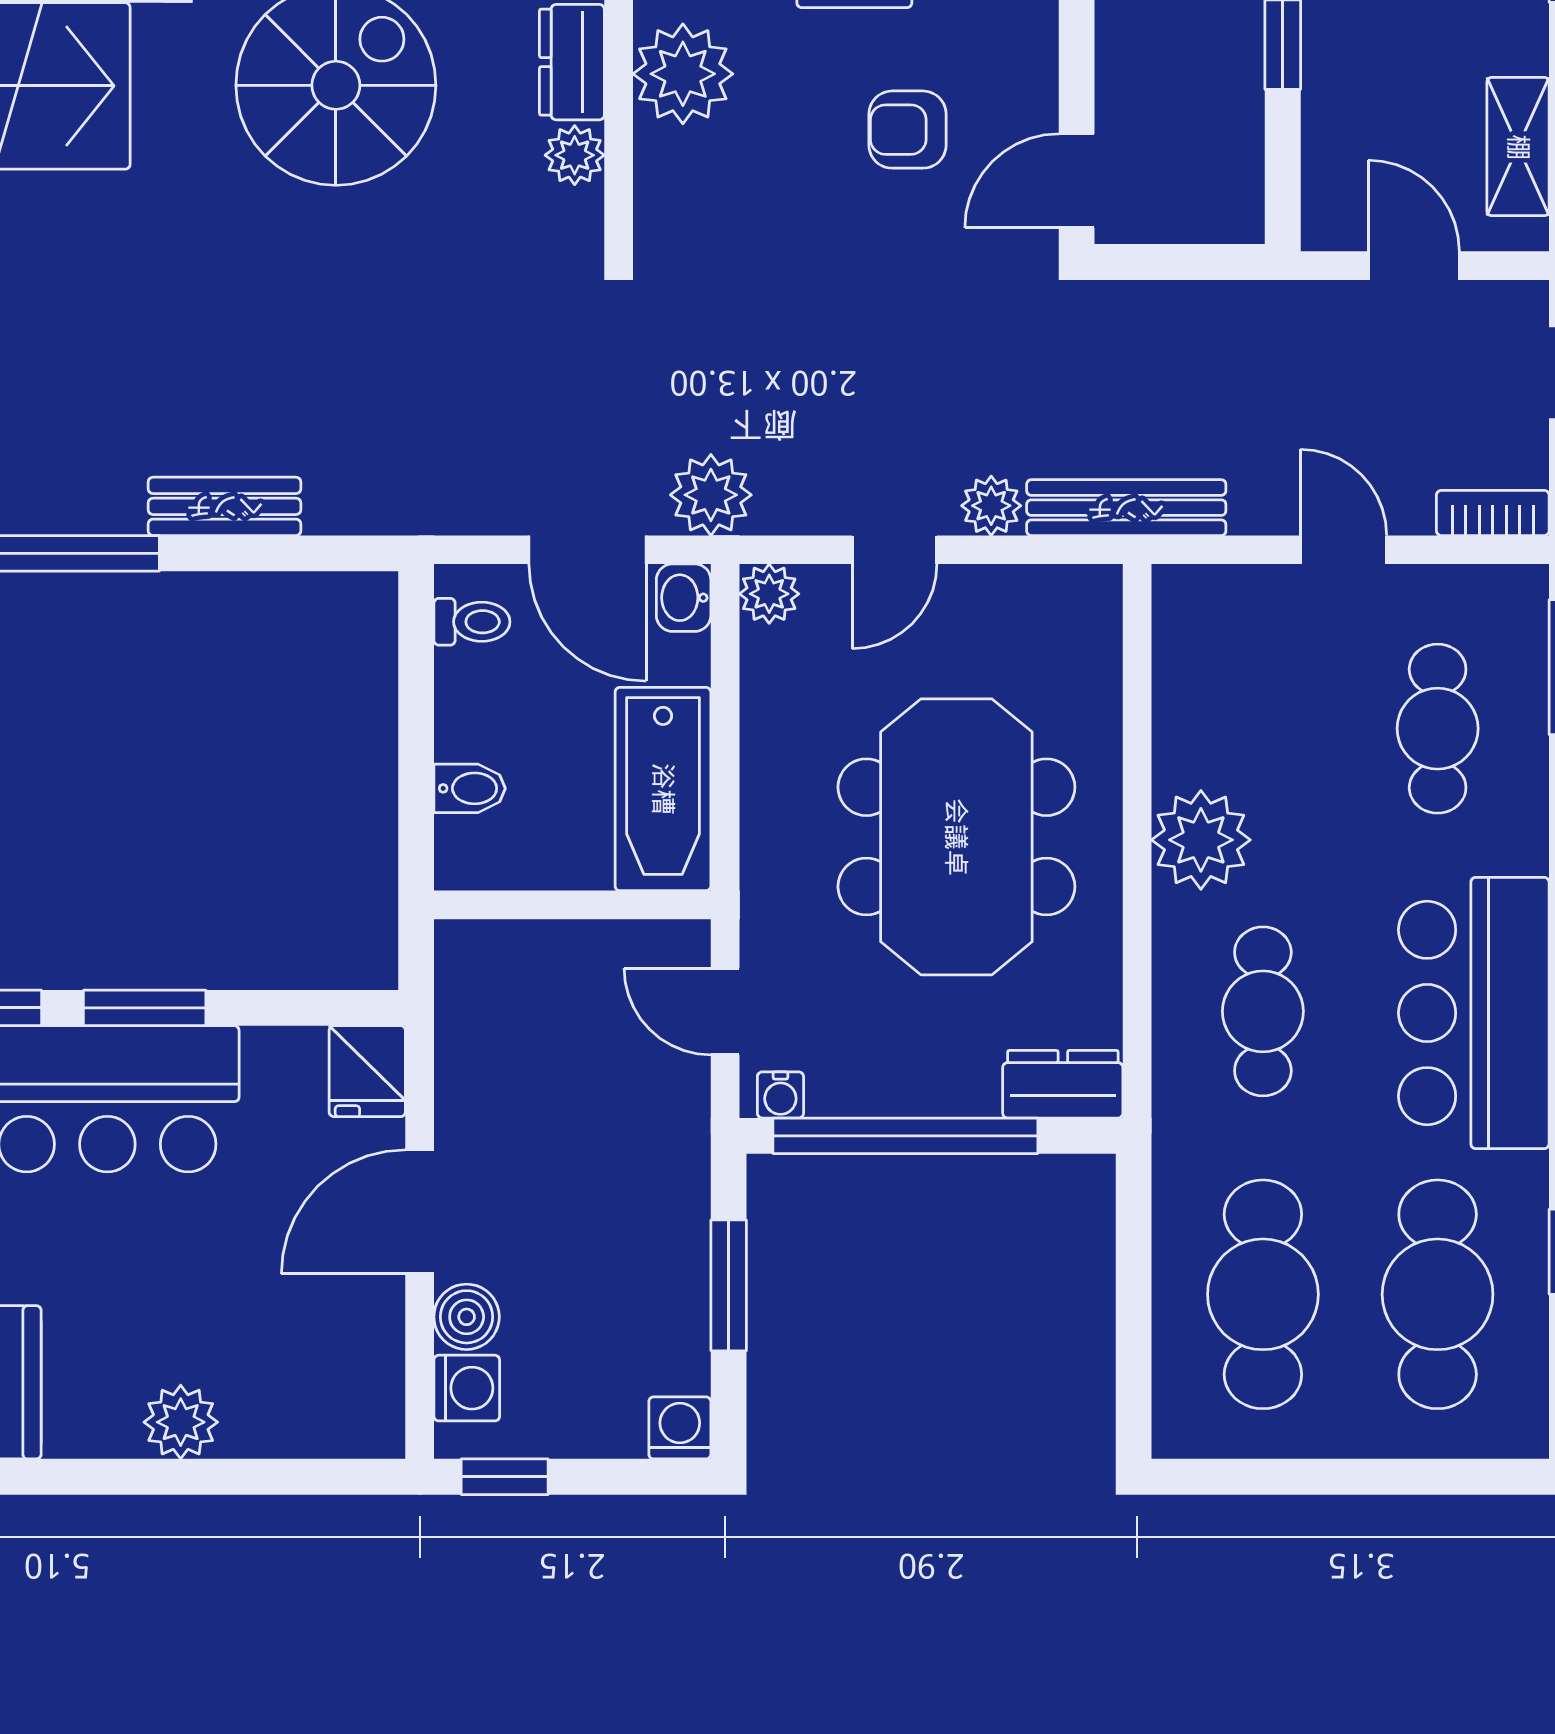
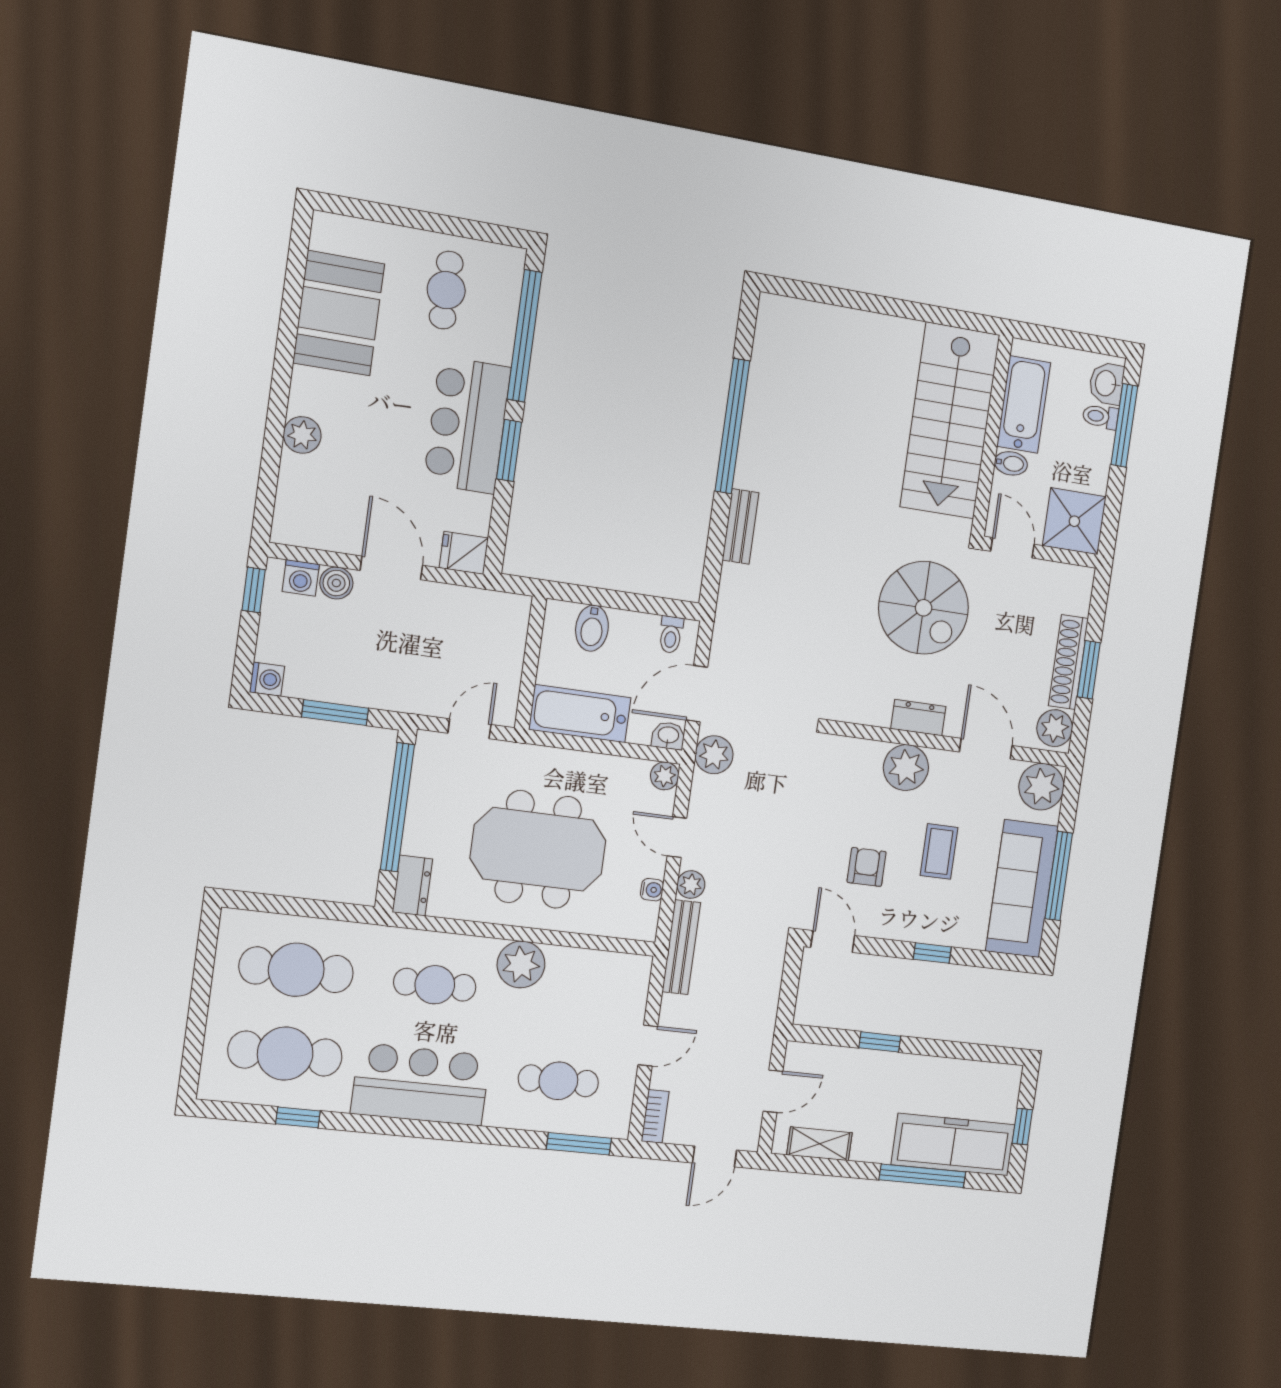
plant: (575, 155) -> (877, 713), removed
bidet: (470, 788) -> (592, 628), width x1.38, depth x1.36
water cooler: (780, 1095) -> (652, 890), moved, turned 180

